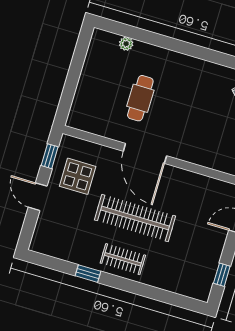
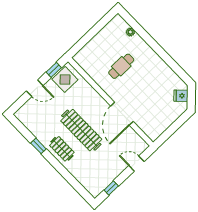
door: (145, 153) -> (122, 114), moved
display table: (78, 176) -> (65, 79), moved
door: (38, 197) -> (35, 88), swing flipped

